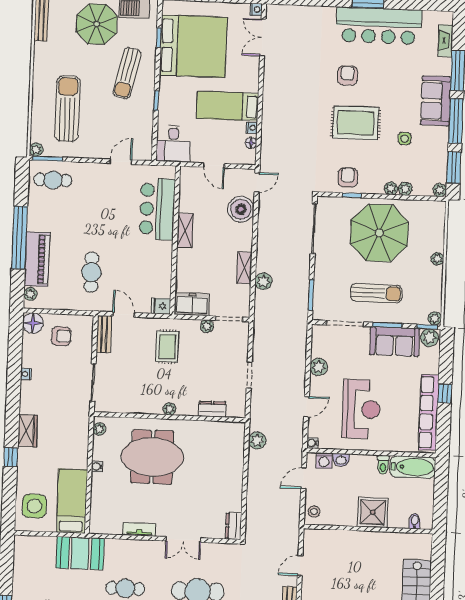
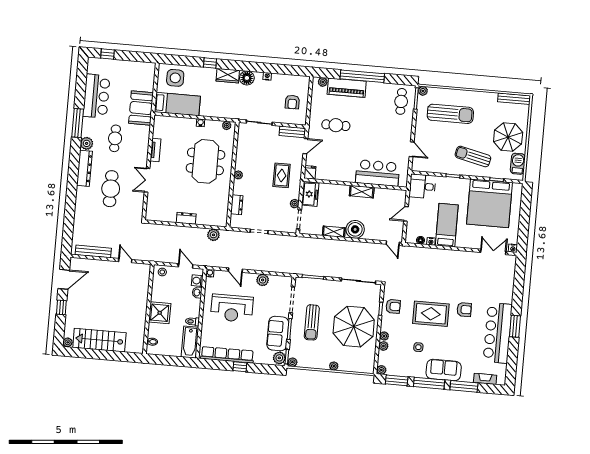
rug: (356, 123) -> (431, 314), turned 90
boiler: (241, 209) -> (355, 229), moved
plant: (263, 281) -> (324, 244), removed
floor lamp: (33, 323) -> (247, 78), moved
rug: (167, 347) -> (282, 175), turned 90
dresser: (234, 526) -> (186, 218), moved

